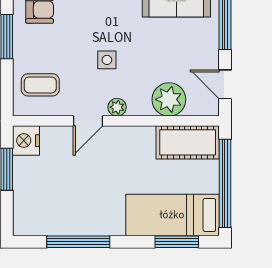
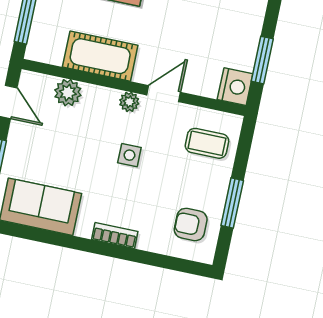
plant: (169, 99) -> (68, 93), width x0.73, depth x0.73
cot: (188, 142) -> (100, 56), moved

